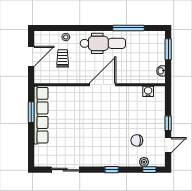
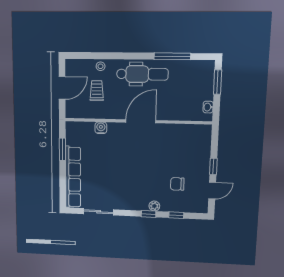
water cooler: (148, 91) -> (101, 128), moved
row of seats: (41, 115) -> (73, 177), moved
plant: (144, 162) -> (154, 206), moved
window: (149, 170) -> (176, 215), moved

